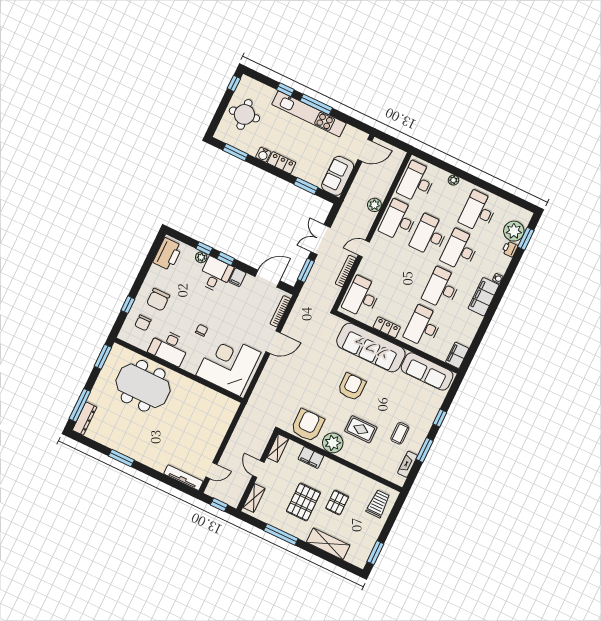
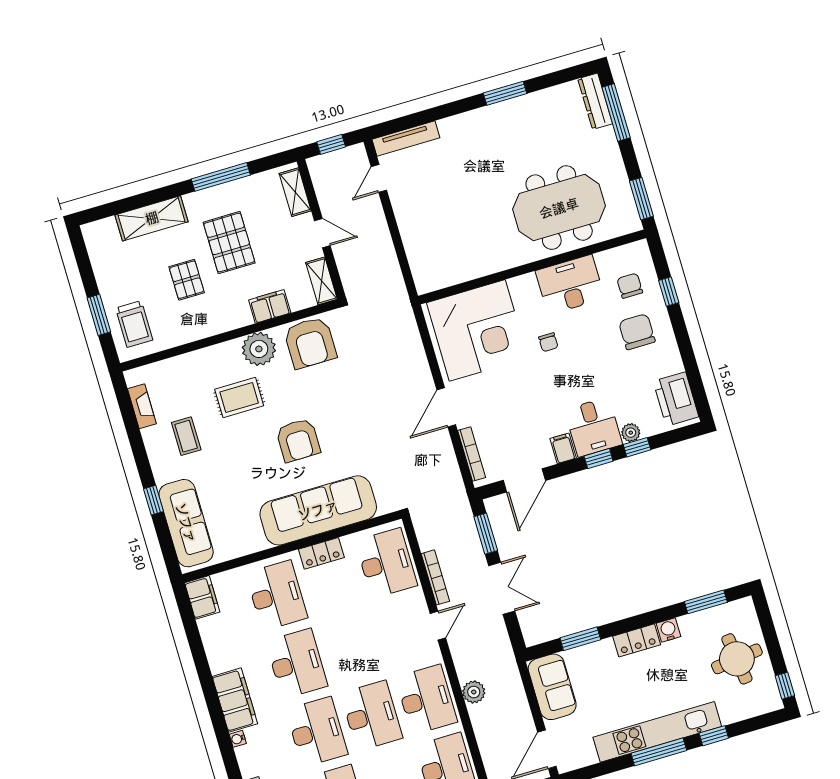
sofa: (427, 371) -> (186, 523), moved, turned 90
window: (425, 450) -> (137, 443), removed
window: (375, 553) -> (99, 315), moved

